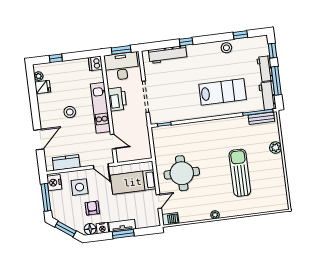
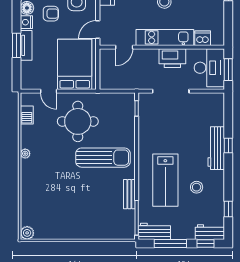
stool: (226, 48) -> (197, 187), moved
workbench: (168, 55) -> (216, 148), moved
dishwasher: (95, 63) -> (203, 38), moved
workbench: (265, 69) -> (210, 232), moved
bench: (261, 118) -> (129, 194), moved
plant: (275, 148) -> (27, 233), moved
sun lounger: (240, 173) -> (103, 158), moved
bed: (133, 182) -> (75, 64), width x1.50
barbecue: (170, 219) -> (27, 115), moved

